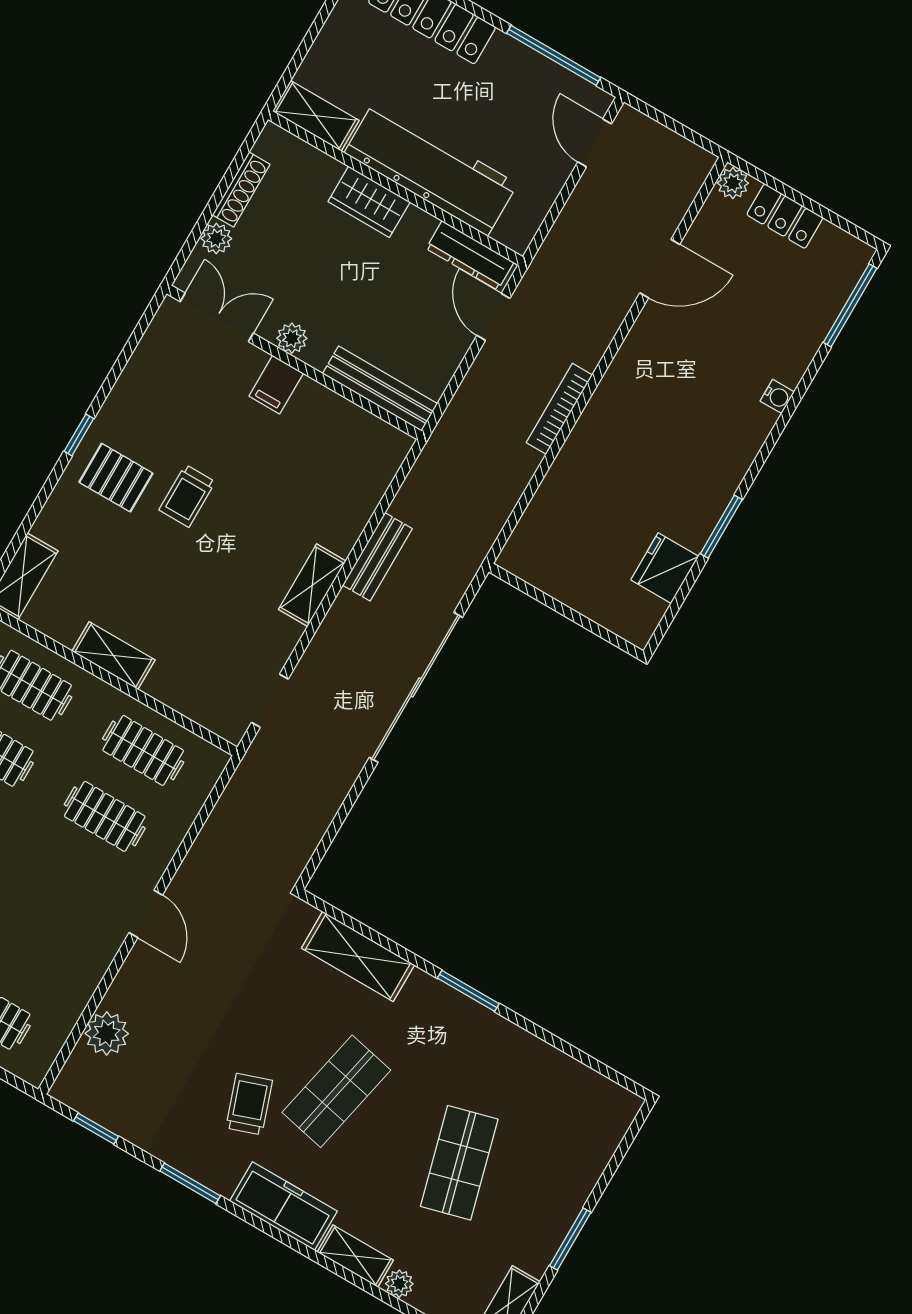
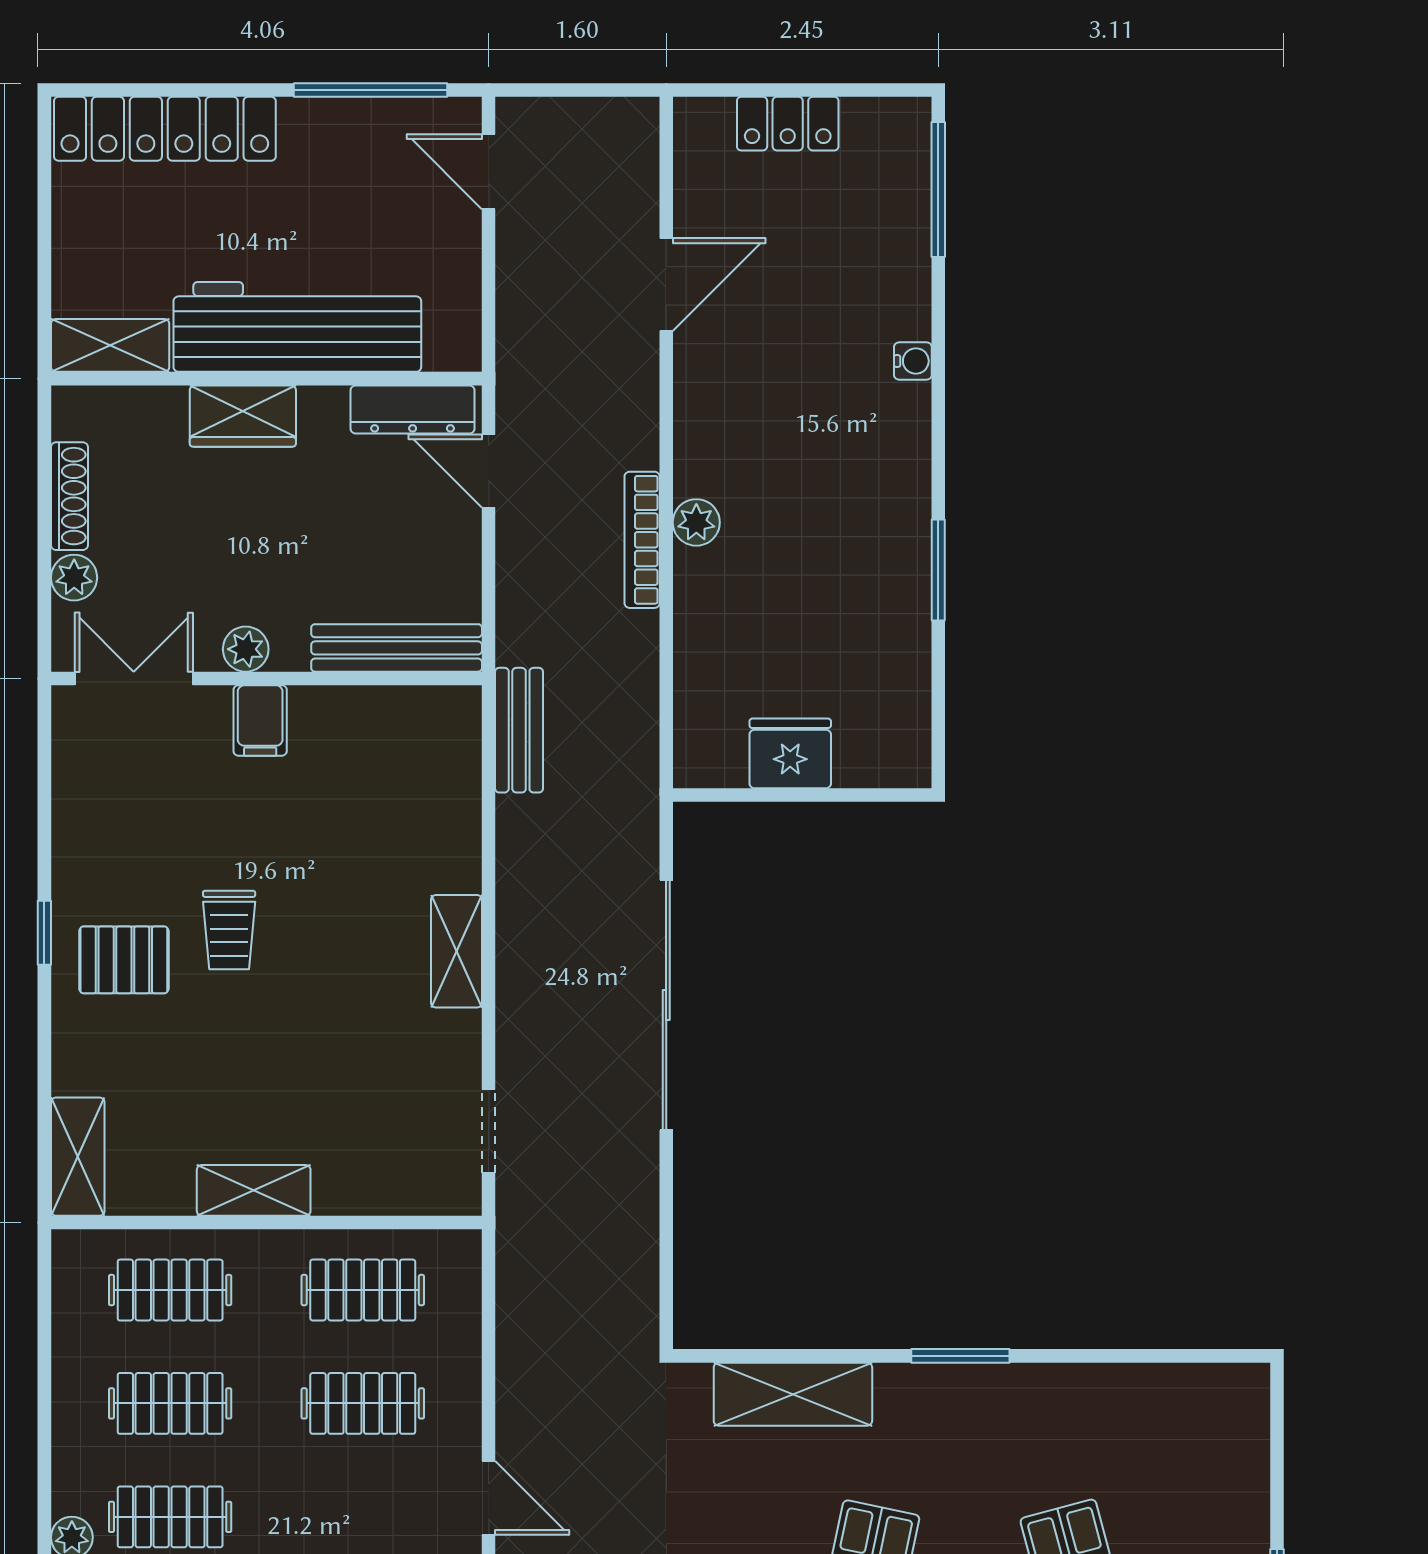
plant: (733, 183) -> (696, 522), moved
bench: (377, 557) -> (519, 730), moved
fridge: (665, 568) -> (790, 753), moved, turned 90

